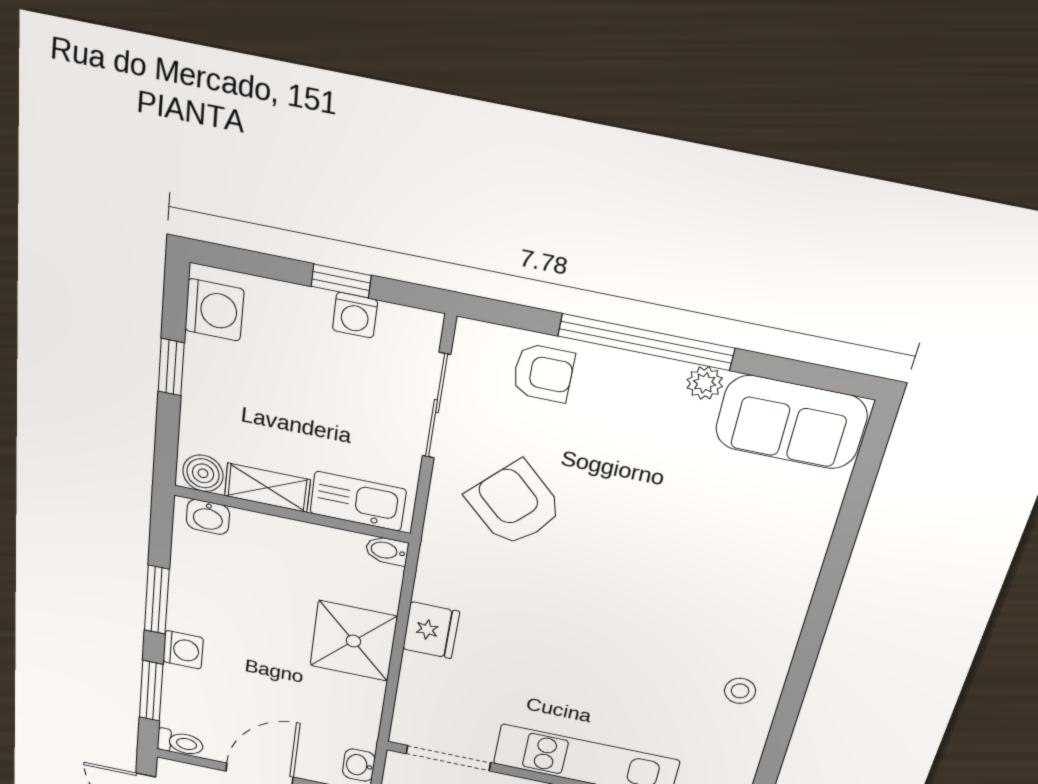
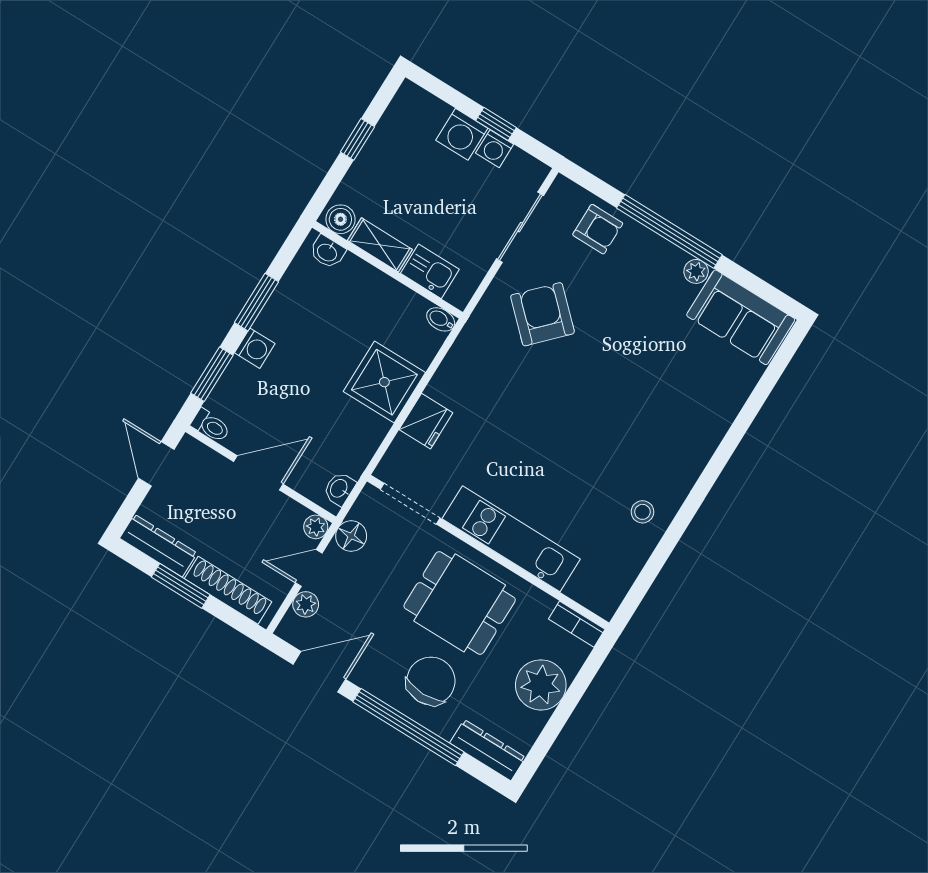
washing machine: (214, 310) -> (462, 134), moved, turned 90
kitchen sink: (358, 501) -> (430, 271), width x0.73
fridge: (431, 630) -> (426, 421), moved

